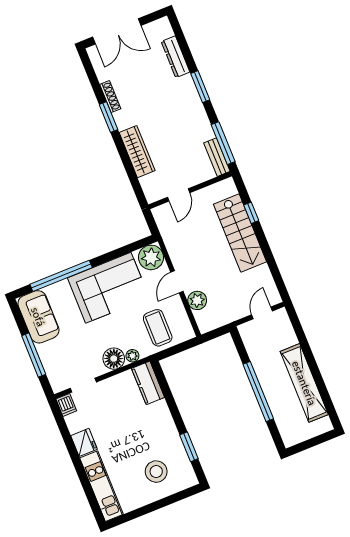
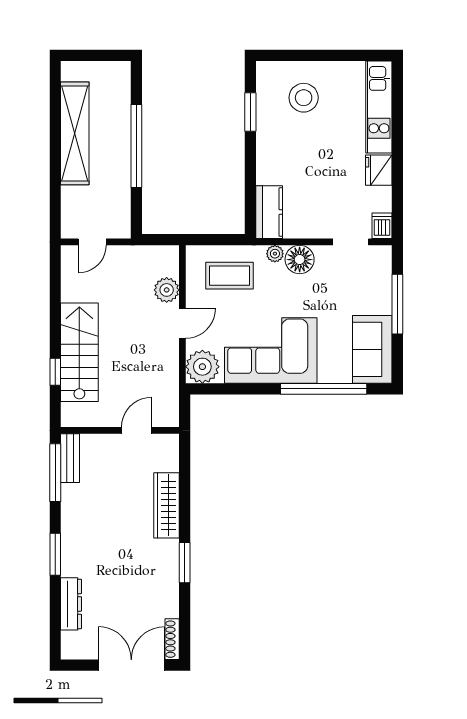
shoe rack: (110, 97) -> (172, 639), moved
coffee table: (158, 328) -> (230, 276), turned 90

